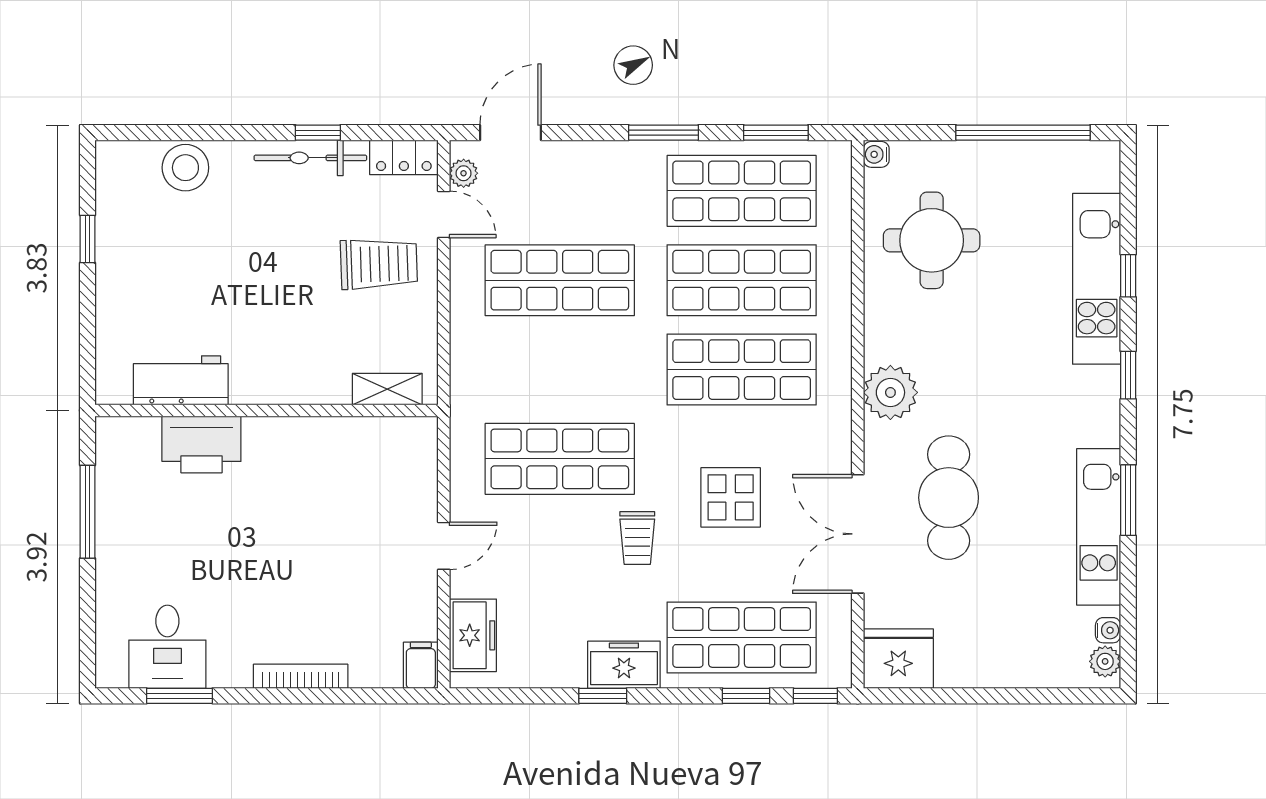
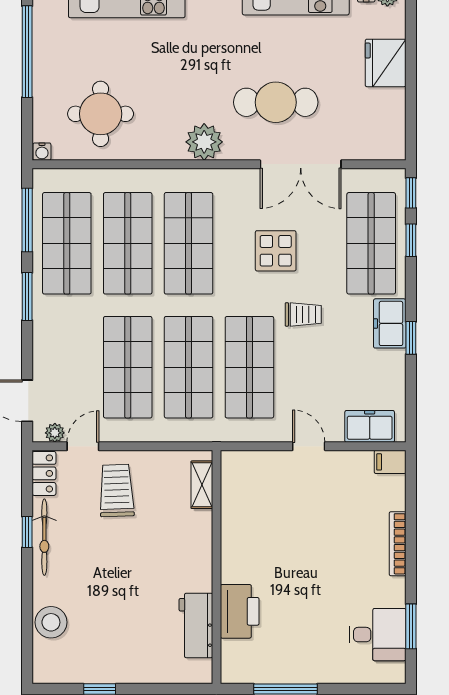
window: (776, 133) -> (27, 220), width x1.44
shop shelf: (560, 370) -> (189, 367), added
fridge: (898, 659) -> (386, 63), moved

